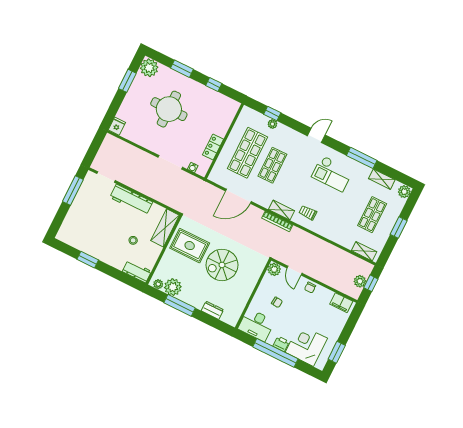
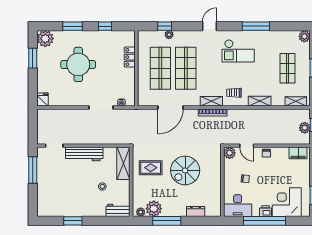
locker: (213, 147) -> (130, 57), moved
shop shelf: (272, 165) -> (186, 68), width x1.43, depth x1.36
shelving: (382, 179) -> (260, 101), moved
rug: (190, 246) -> (151, 168), width x0.73, depth x0.70

